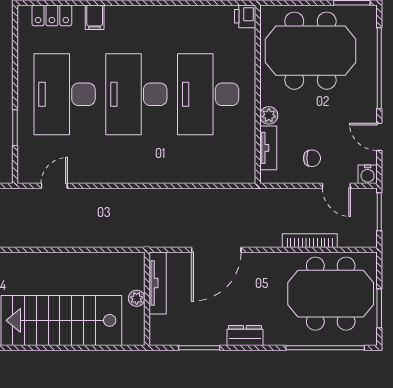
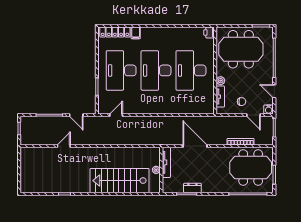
locker: (52, 15) -> (115, 32), width x1.53
door: (216, 250) -> (195, 146), swing flipped
dresser: (245, 336) -> (192, 188), moved

